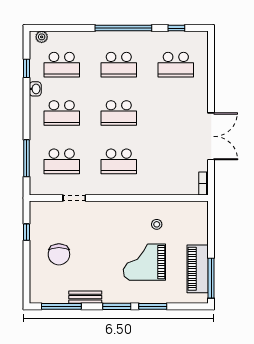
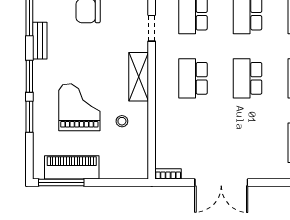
shelving: (117, 210) -> (139, 77), added

